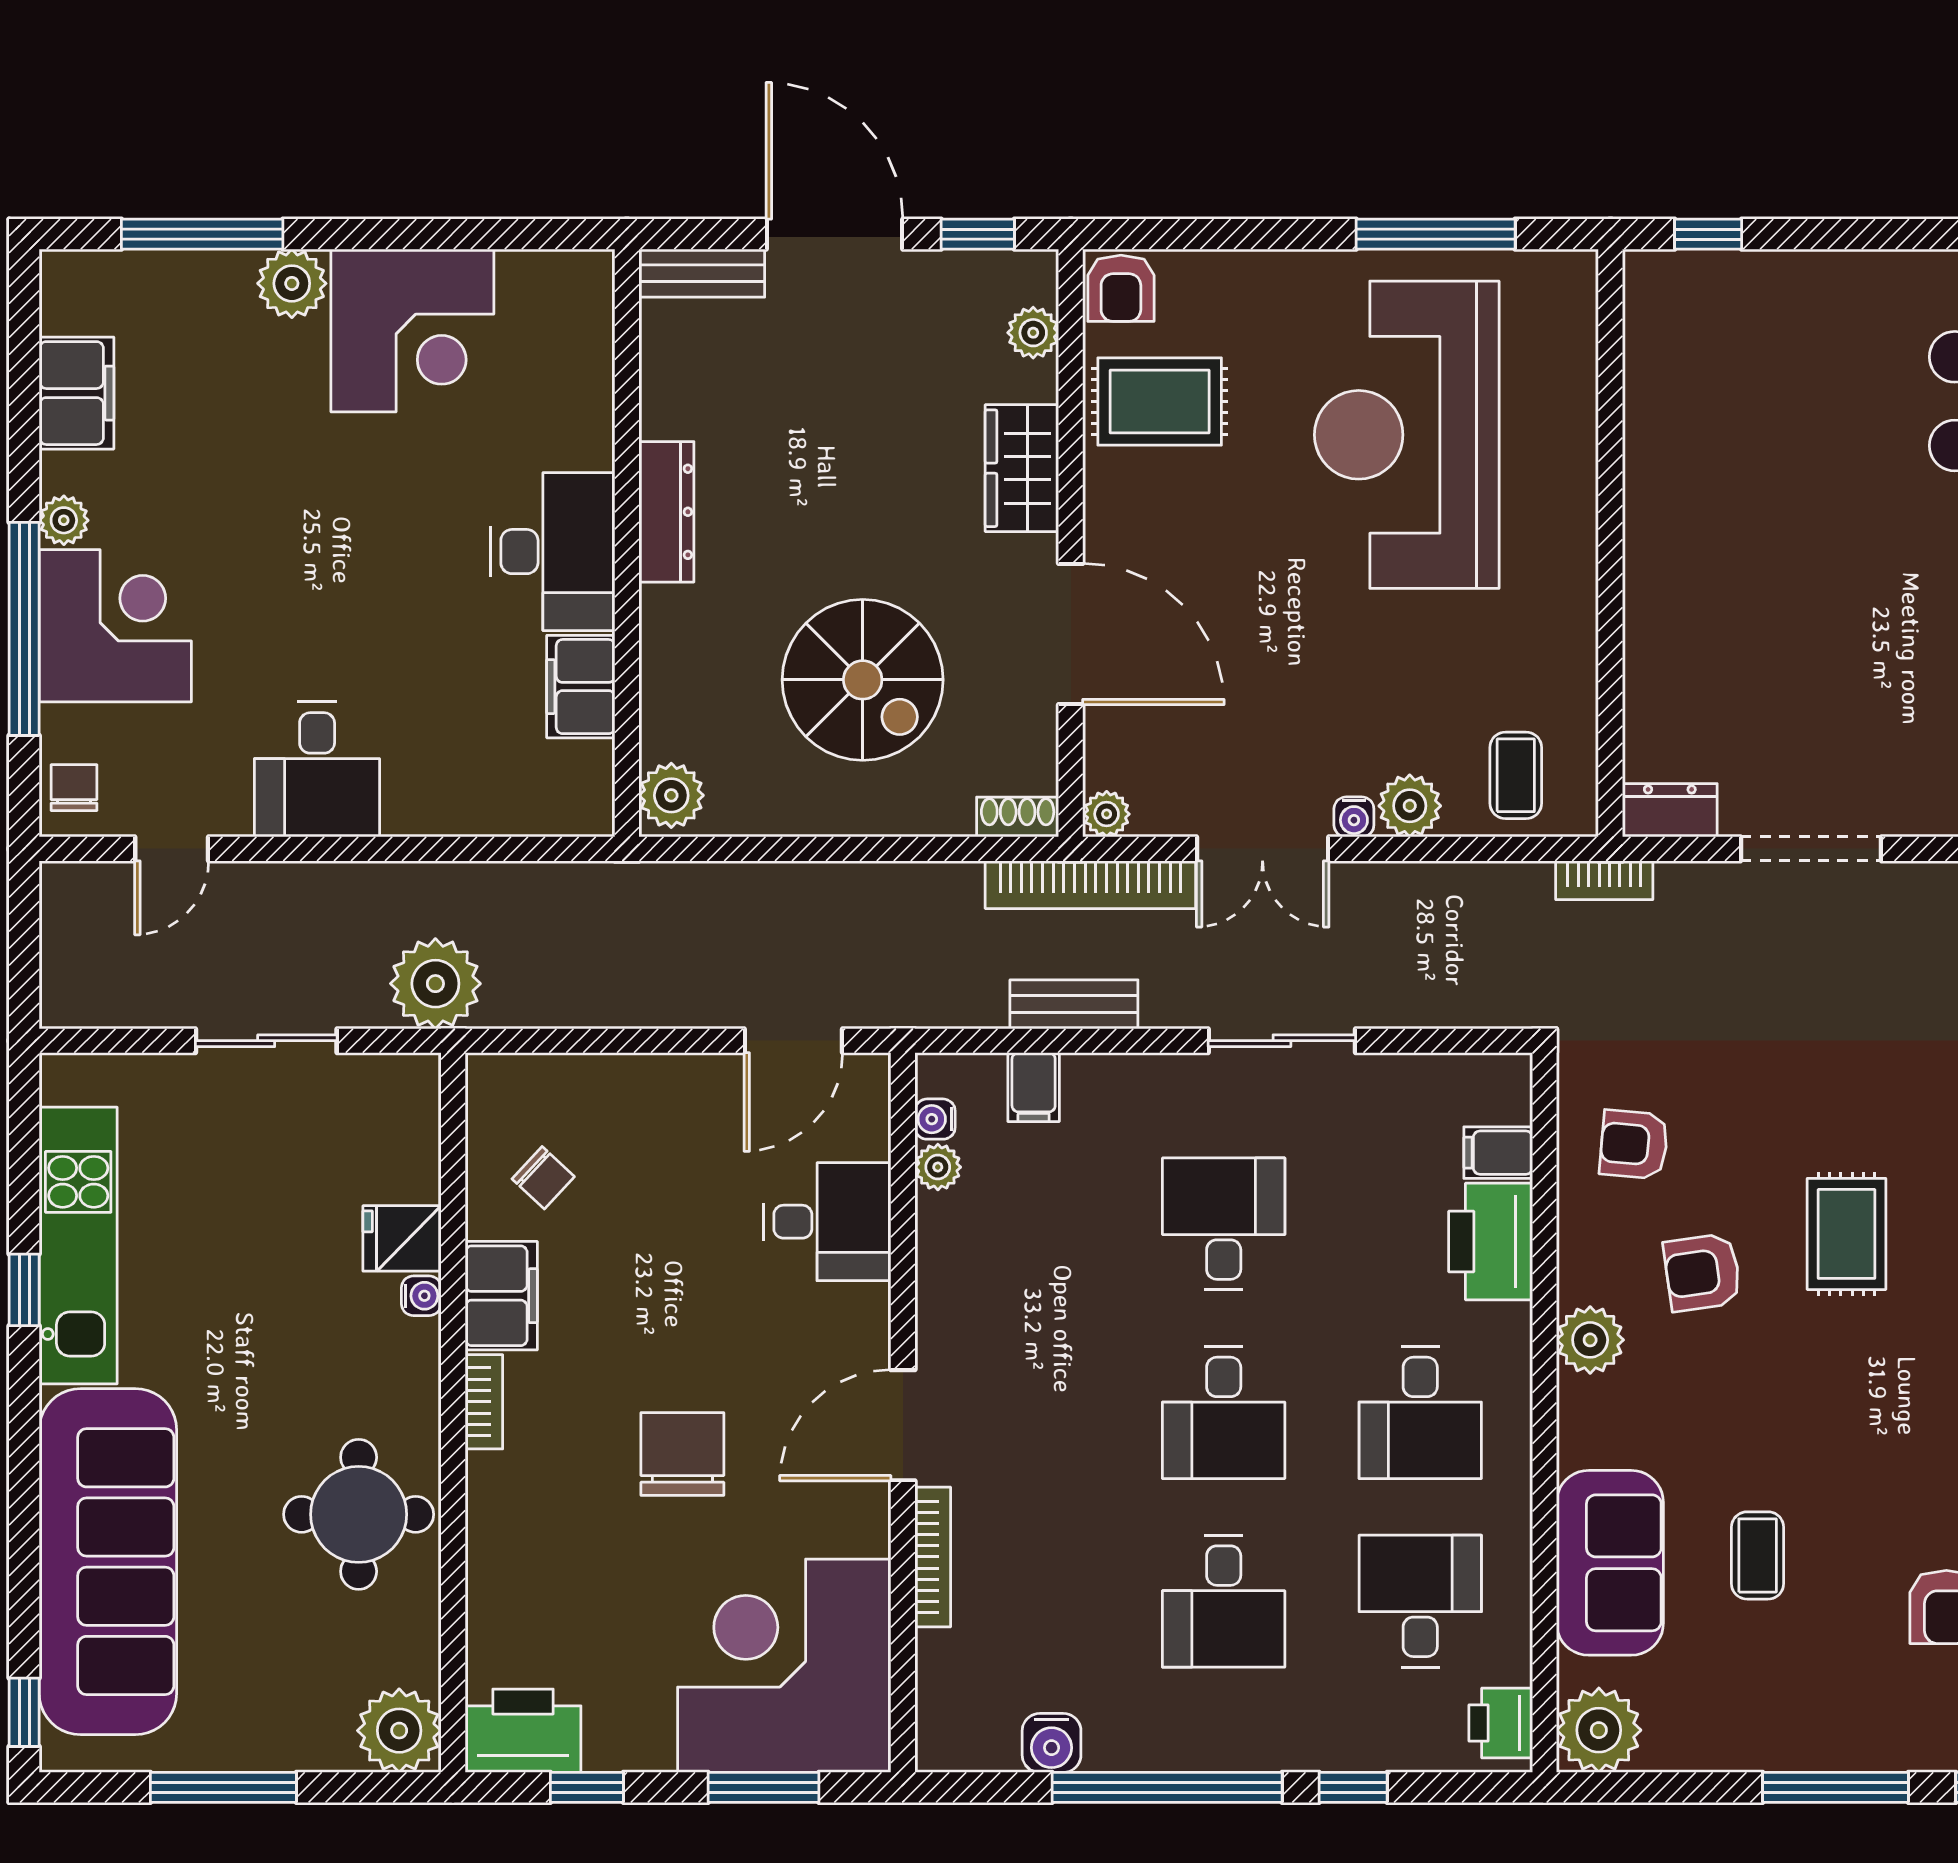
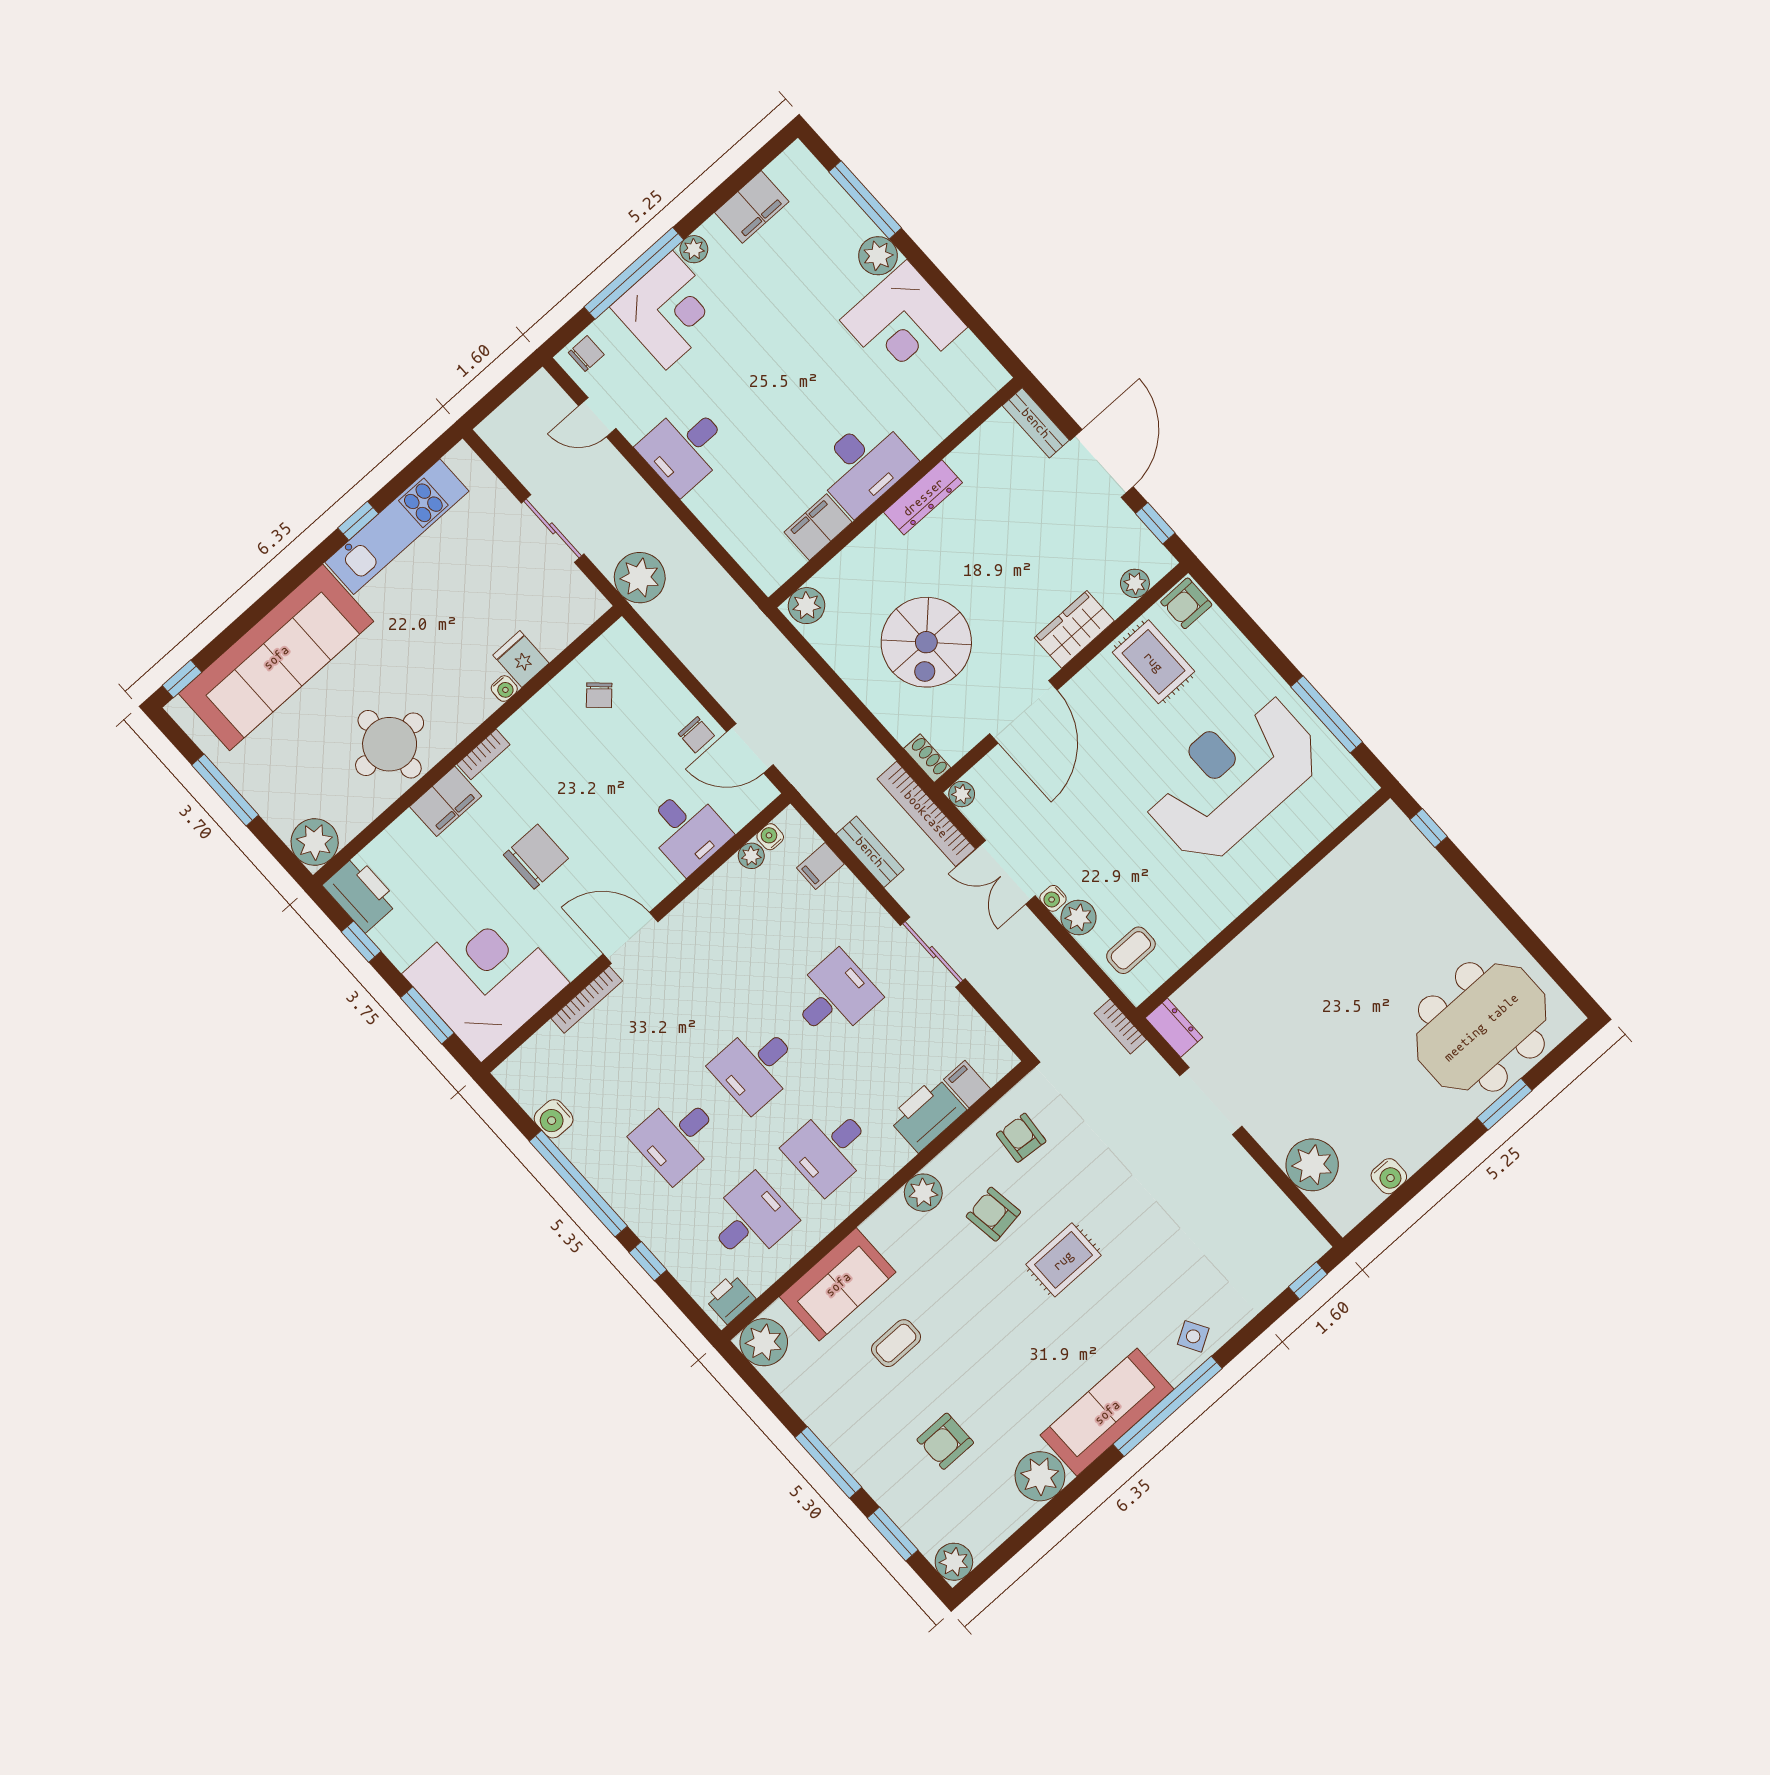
chair: (712, 1095) -> (696, 735), added
filing cabinet: (501, 1296) -> (446, 801), moved

